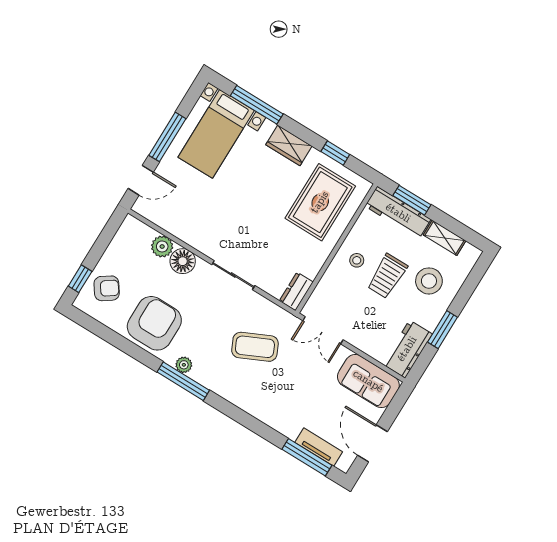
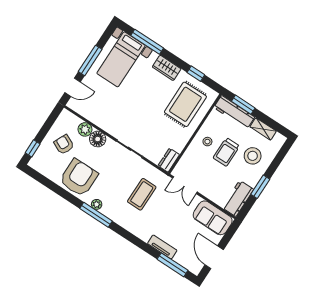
armchair: (107, 288) -> (64, 144), moved, turned -120
coffee table: (255, 347) -> (142, 194), turned -65
tv unit: (319, 447) -> (162, 247), moved

